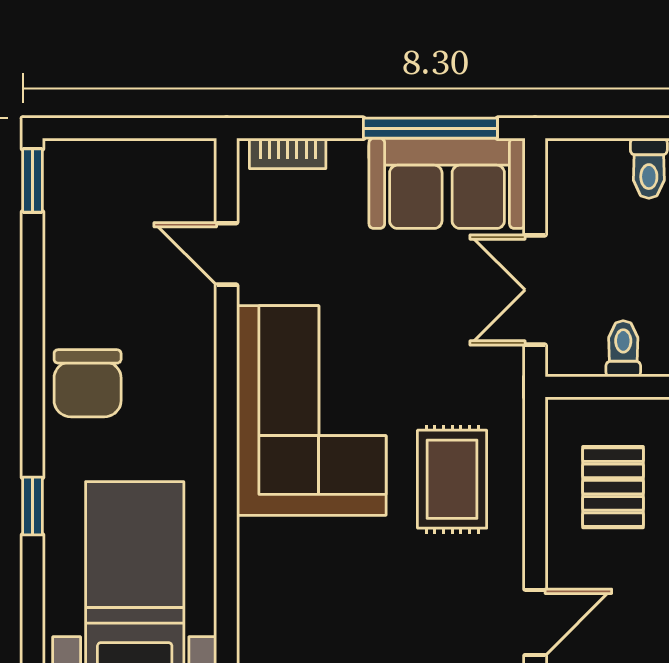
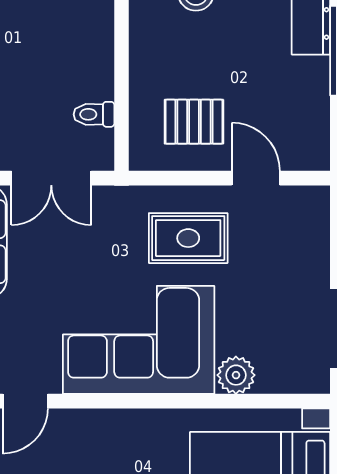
plant: (262, 545) -> (236, 375), added
door: (535, 622) -> (256, 178), moved

